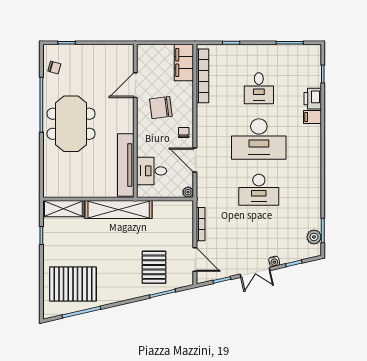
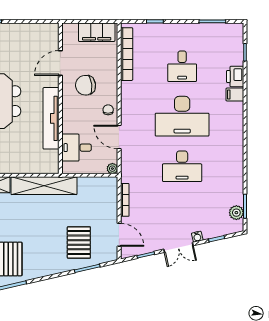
filing cabinet: (184, 63) -> (97, 32), moved, turned -90
tv unit: (126, 165) -> (51, 118), moved

